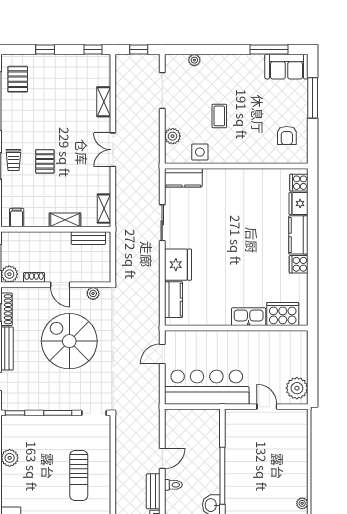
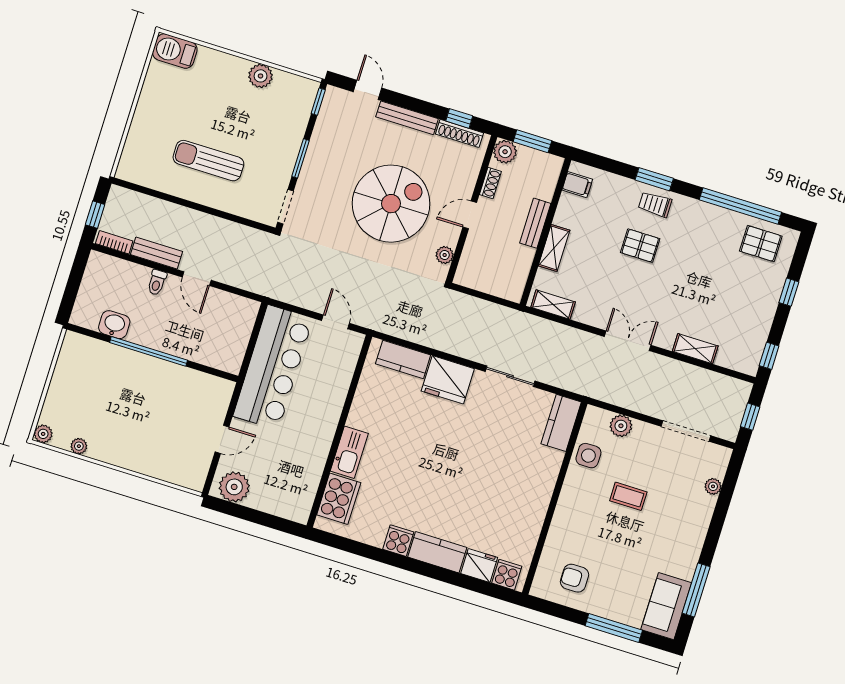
bench: (88, 238) -> (535, 223), moved

